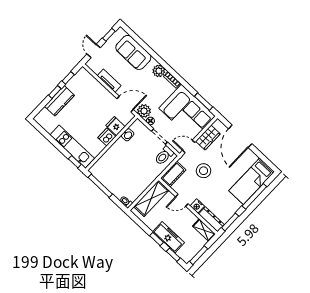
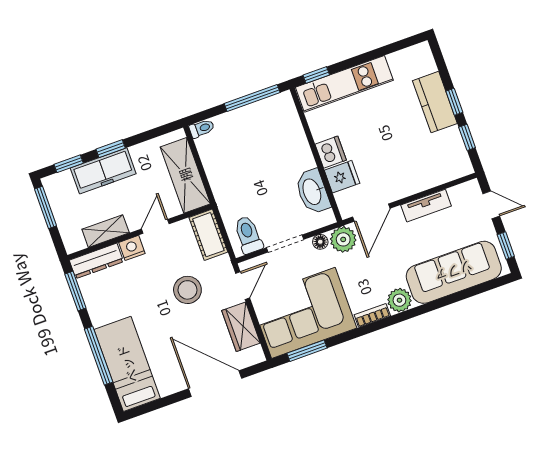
sofa: (133, 52) -> (454, 272), width x1.36
washbasin: (128, 135) -> (313, 191), width x1.91, depth x1.45
shelving: (204, 230) -> (106, 231), moved

